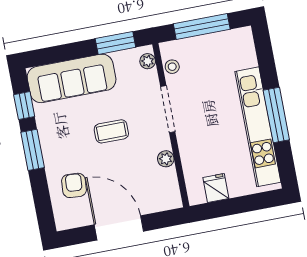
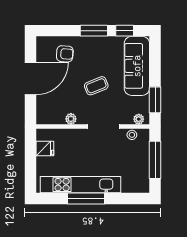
coffee table: (111, 131) -> (96, 86), turned 68

